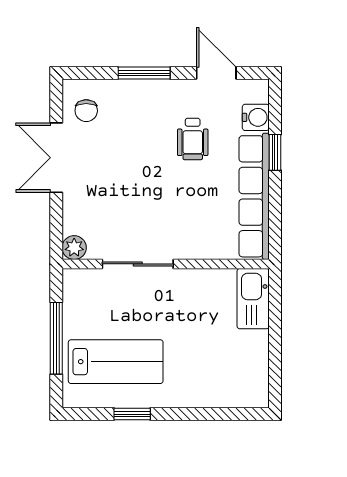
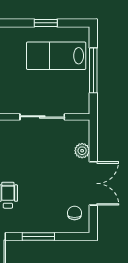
plant: (74, 248) -> (82, 151), moved

